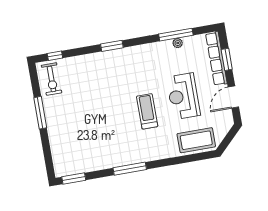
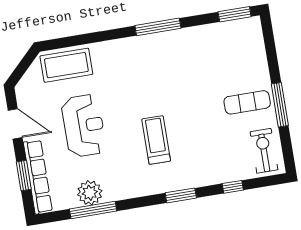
plant: (178, 43) -> (90, 193), width x1.88, depth x1.88
window: (55, 56) -> (233, 187), moved
door: (233, 97) -> (15, 124), hinge flipped
treadmill: (147, 111) -> (156, 140), moved, turned 180
exercise mat: (64, 114) -> (247, 102), added

